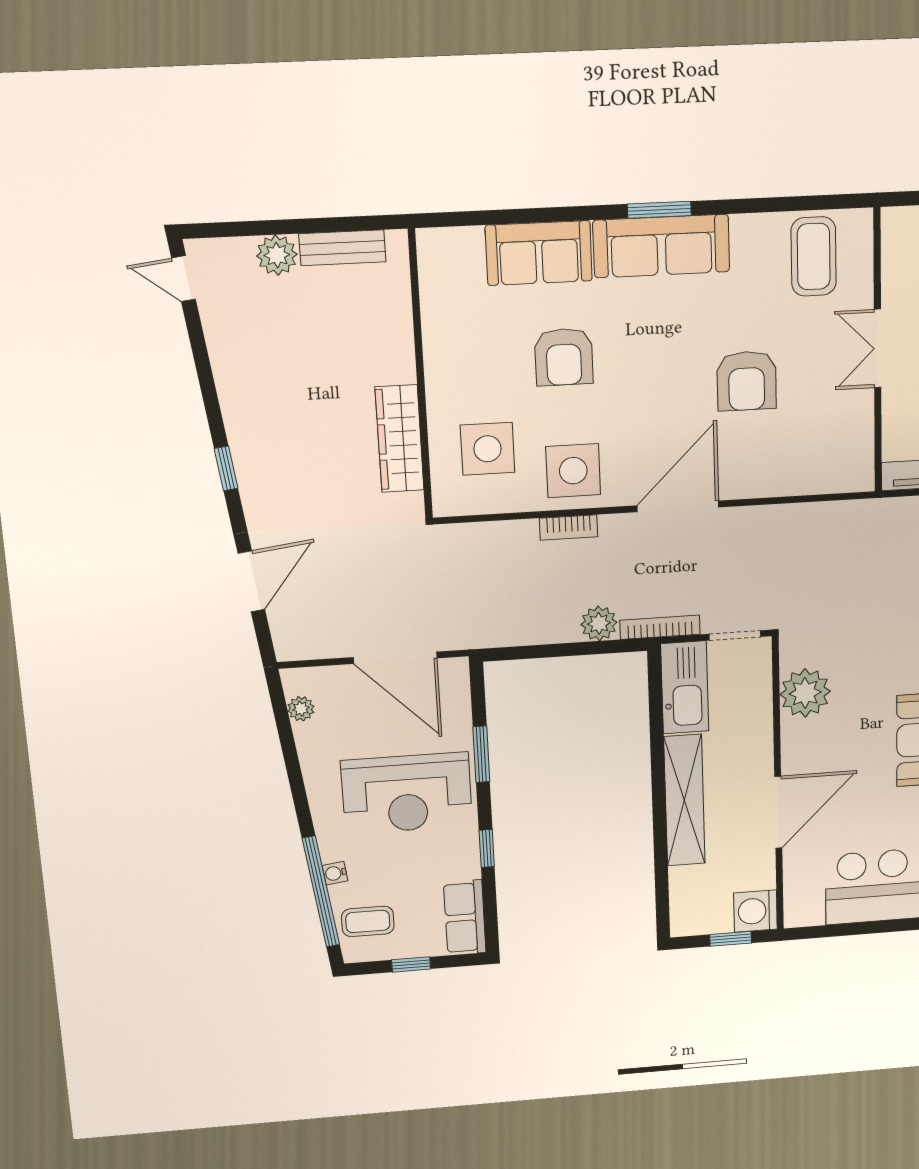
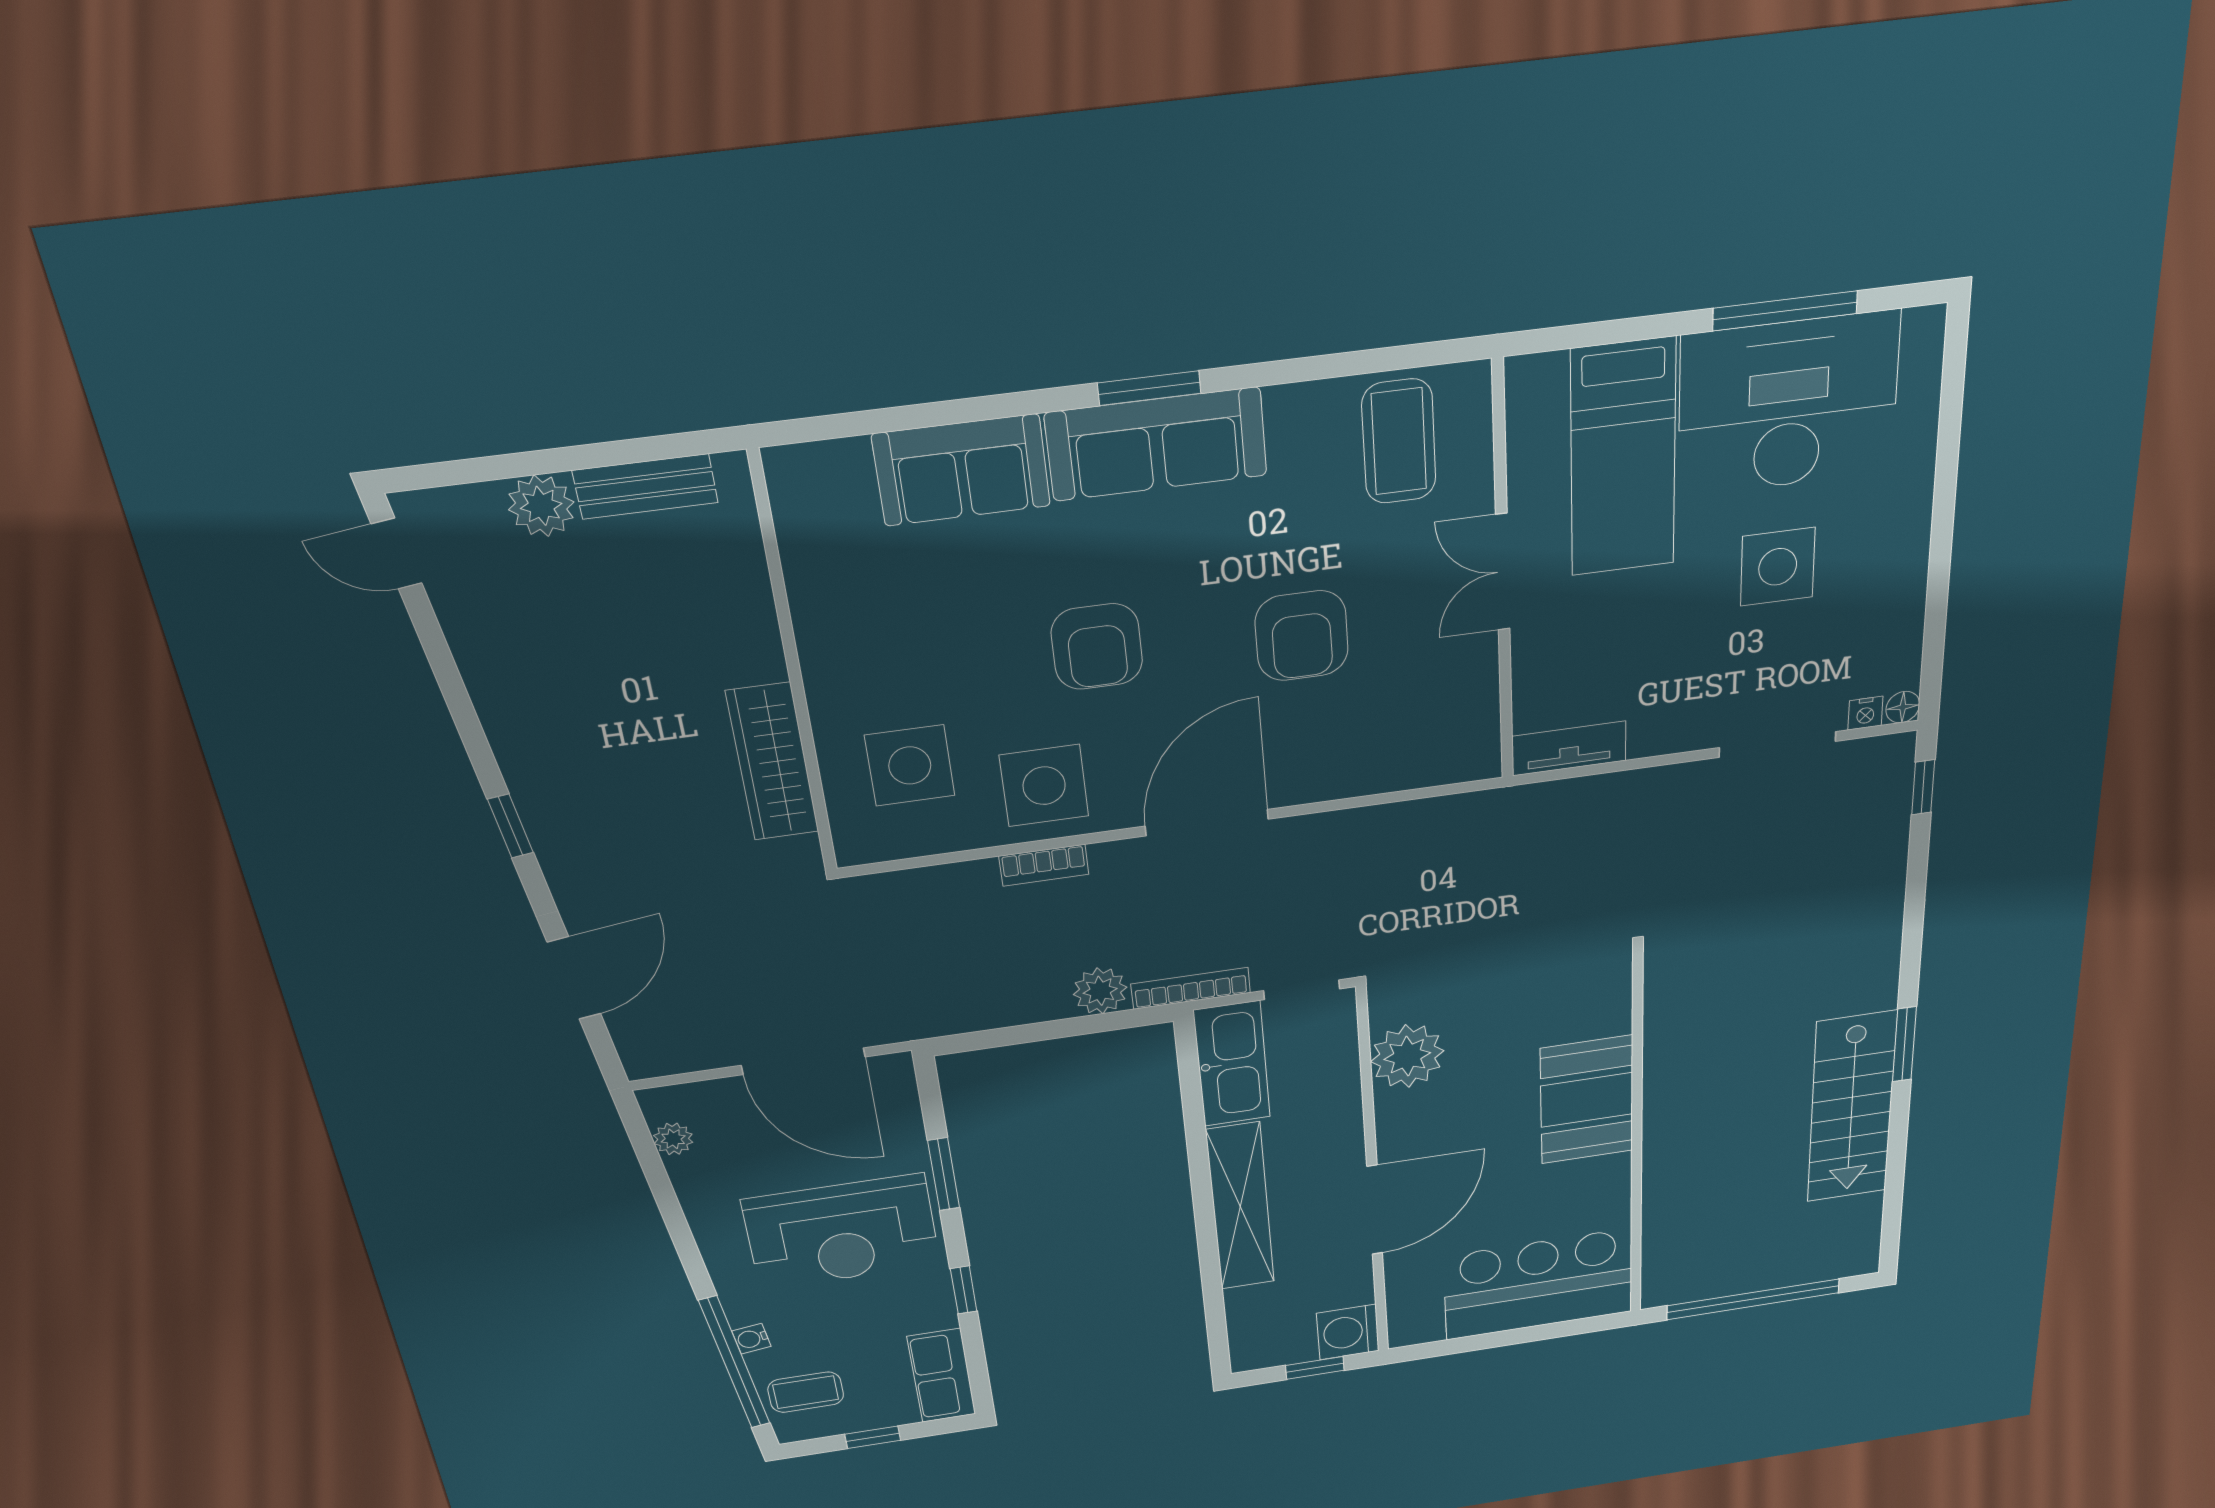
armchair: (564, 357) -> (1097, 647), moved

